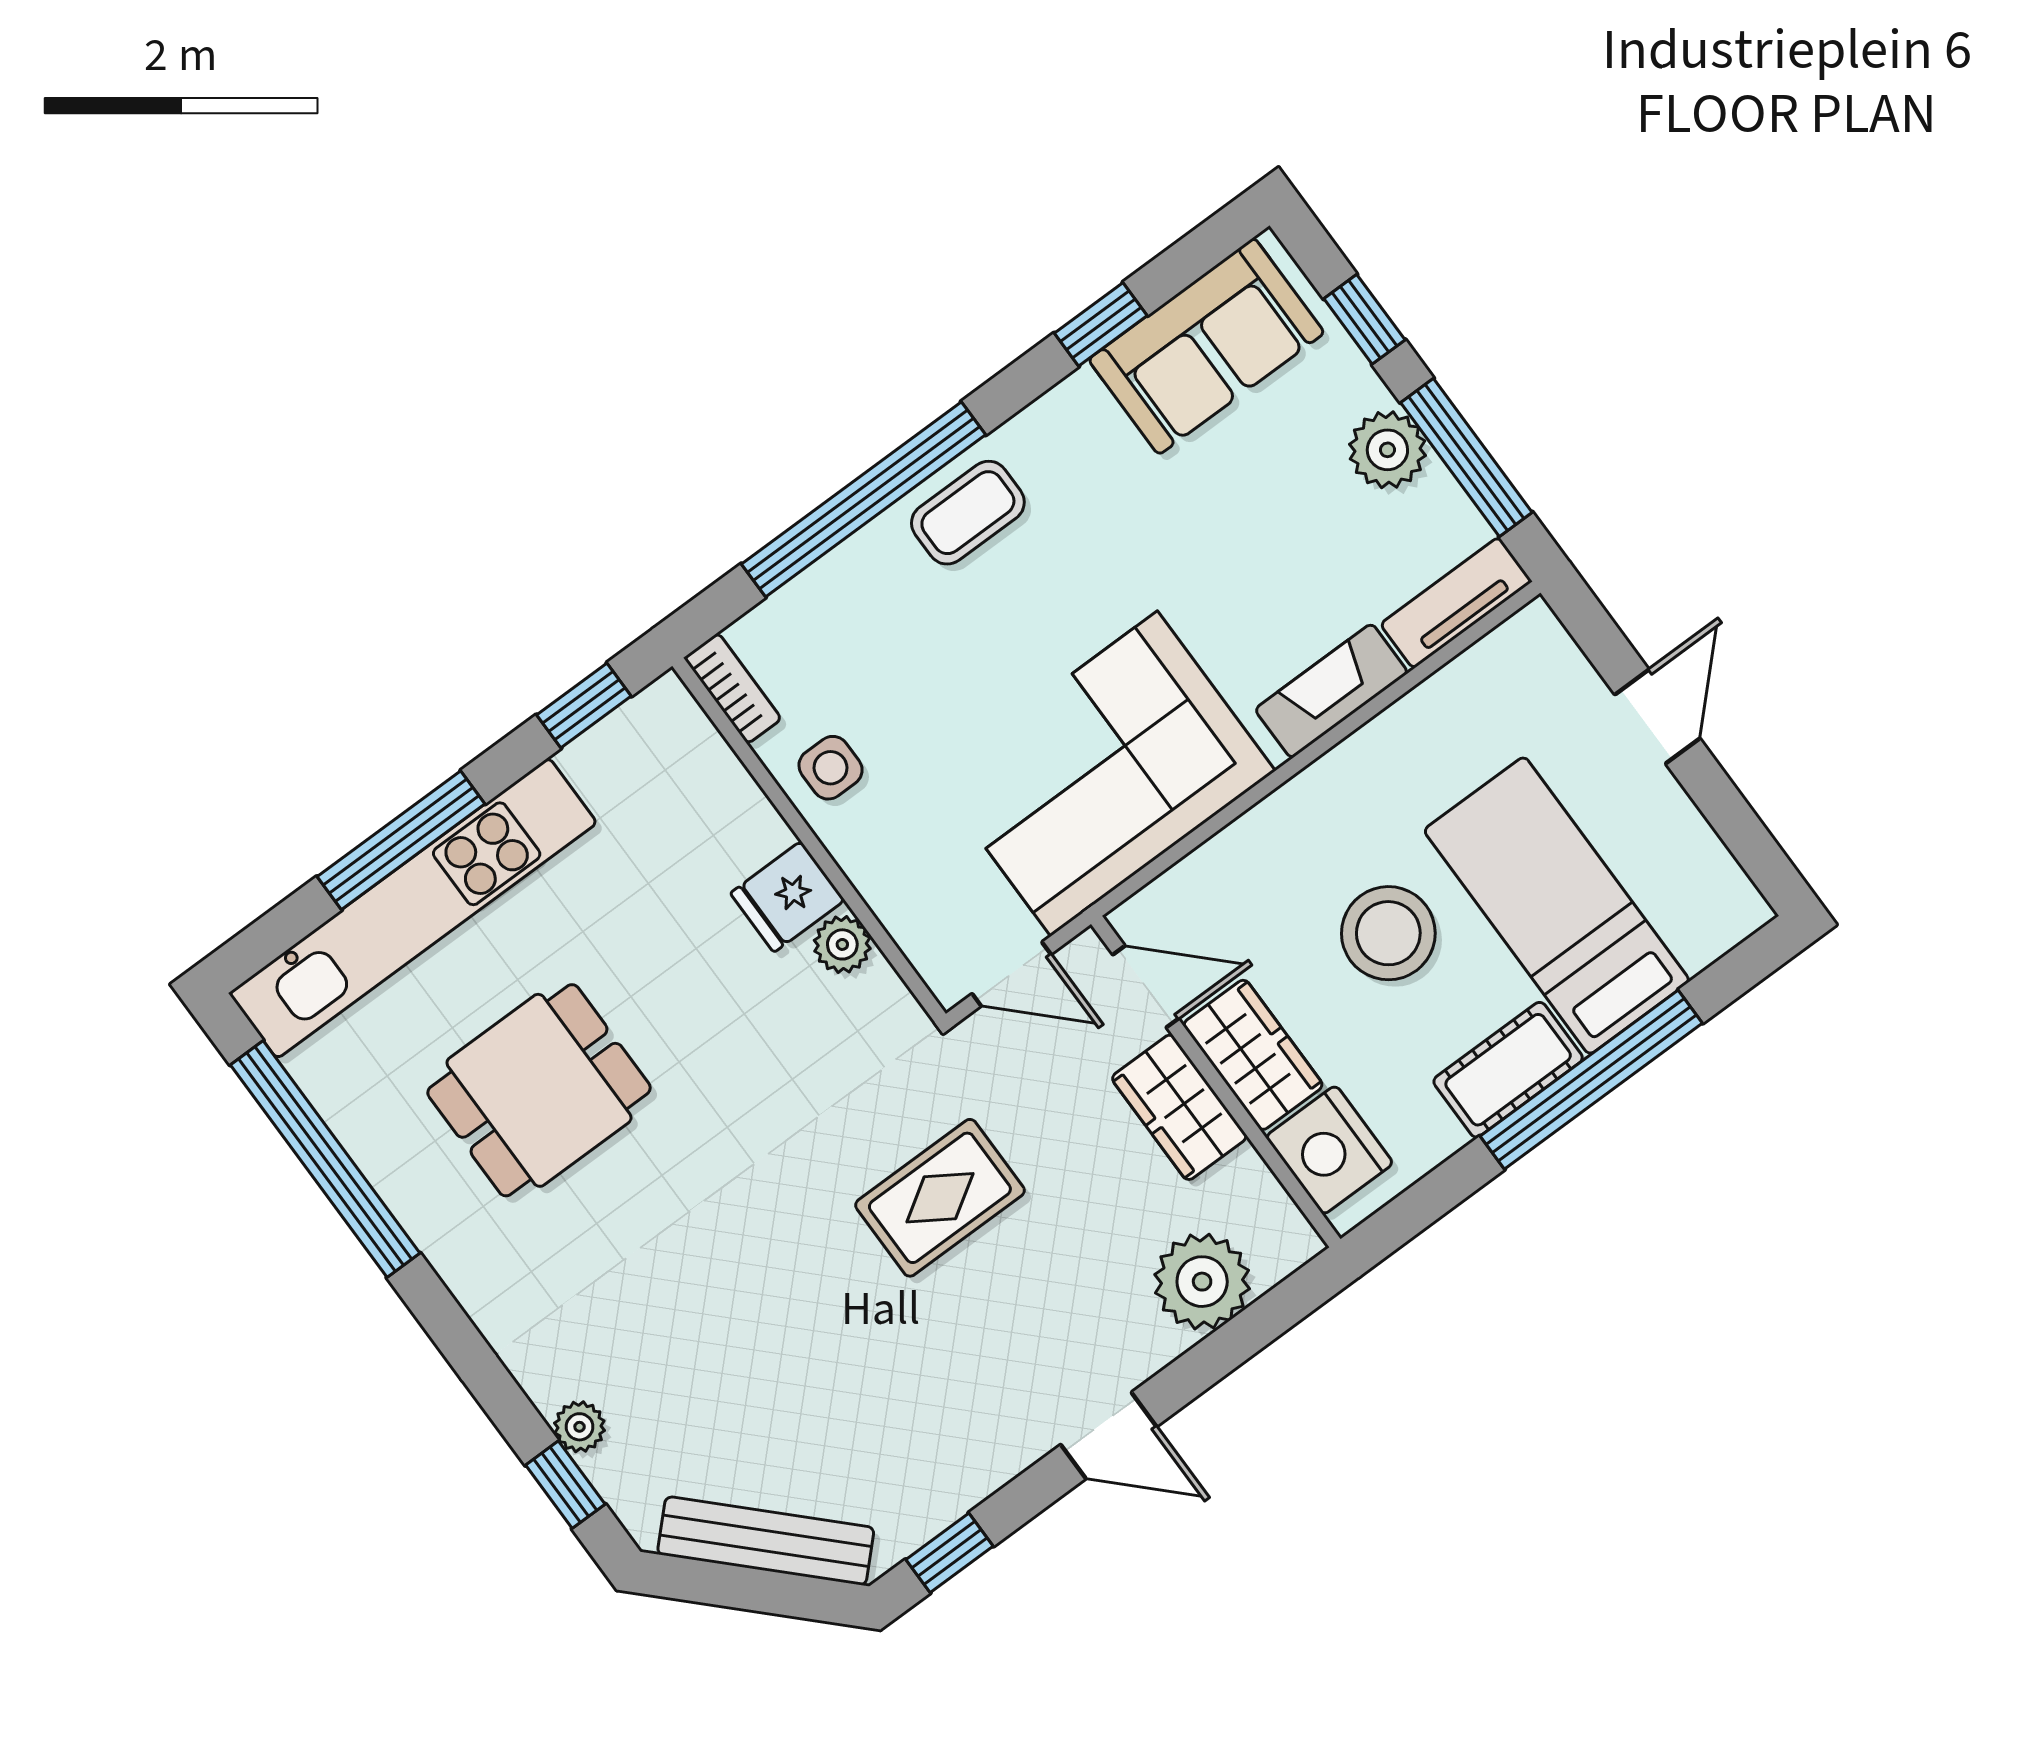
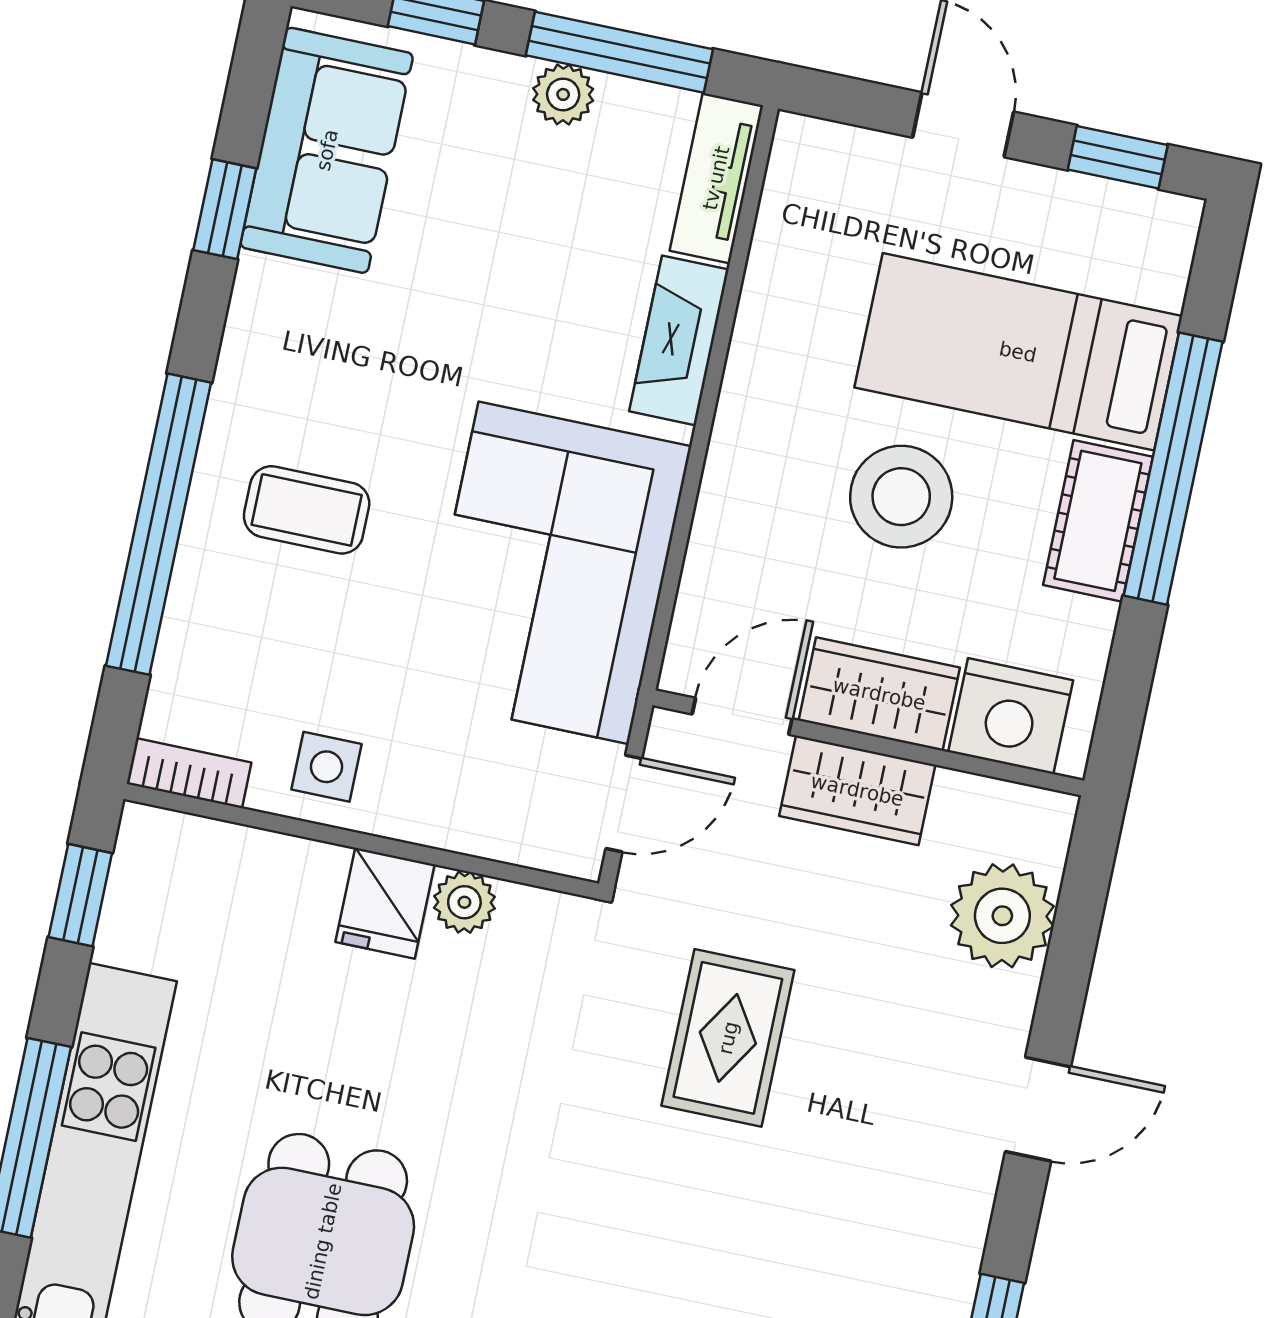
plant: (1387, 450) -> (563, 94), width x0.73, depth x0.73
coffee table: (968, 513) -> (307, 510), moved, turned 90
window: (1743, 833) -> (1118, 157), added

